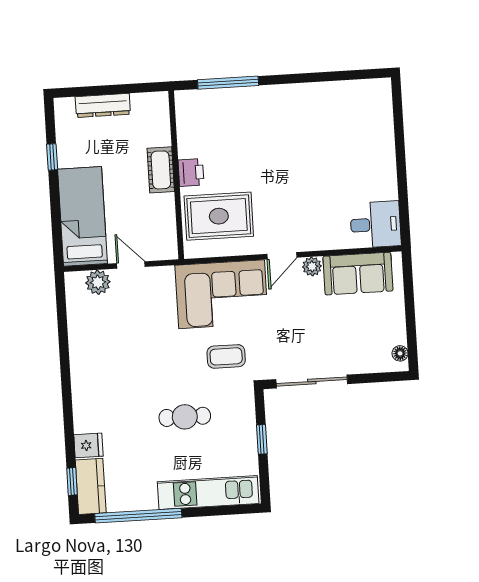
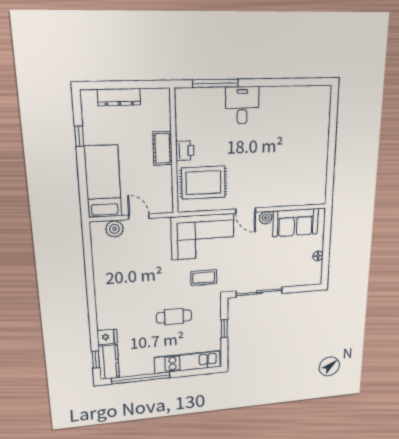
desk: (375, 224) -> (242, 105), moved, turned -90
door: (282, 256) -> (246, 211), hinge flipped
floor lamp: (400, 353) -> (318, 256), moved

